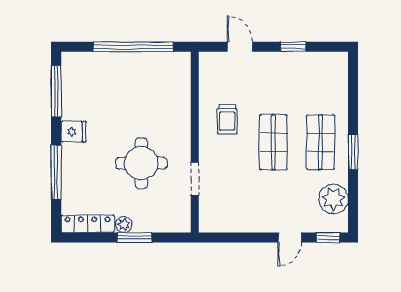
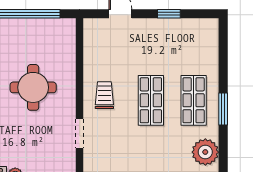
trolley: (227, 119) -> (104, 95), moved, turned 180
round table: (141, 163) -> (33, 87), moved

